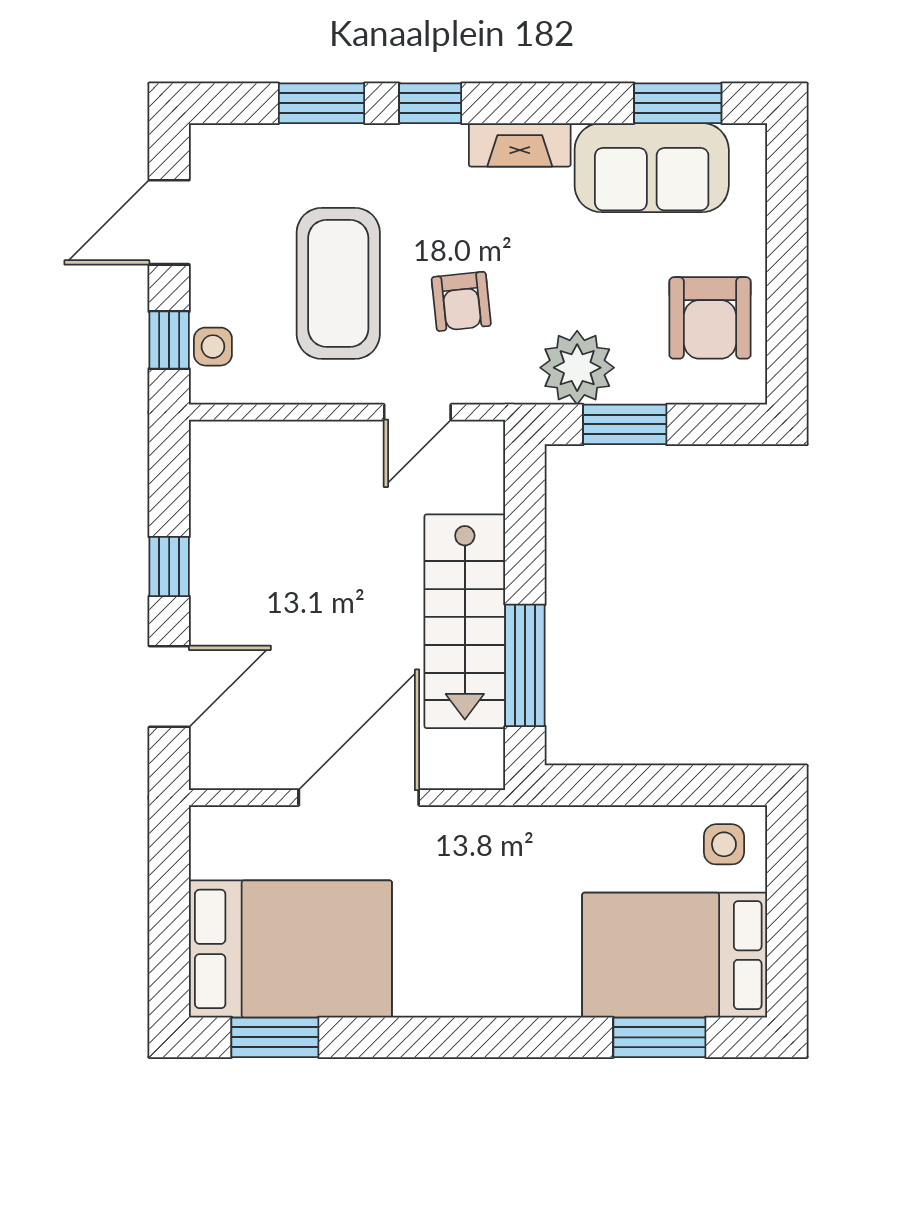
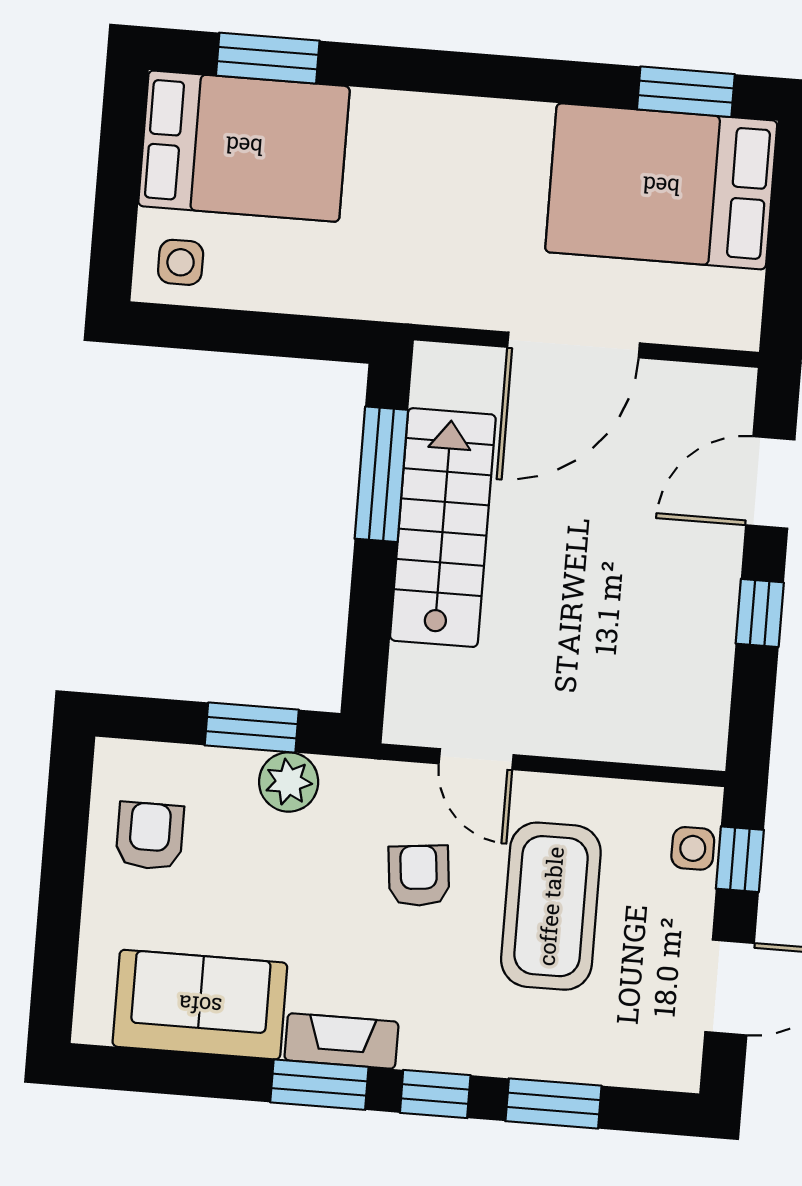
window: (678, 103) -> (319, 1085), moved
armchair: (710, 318) -> (150, 836), width x0.72, depth x0.72
plant: (577, 368) -> (289, 782), width x0.73, depth x0.73
door: (417, 412) -> (476, 759), swing flipped

